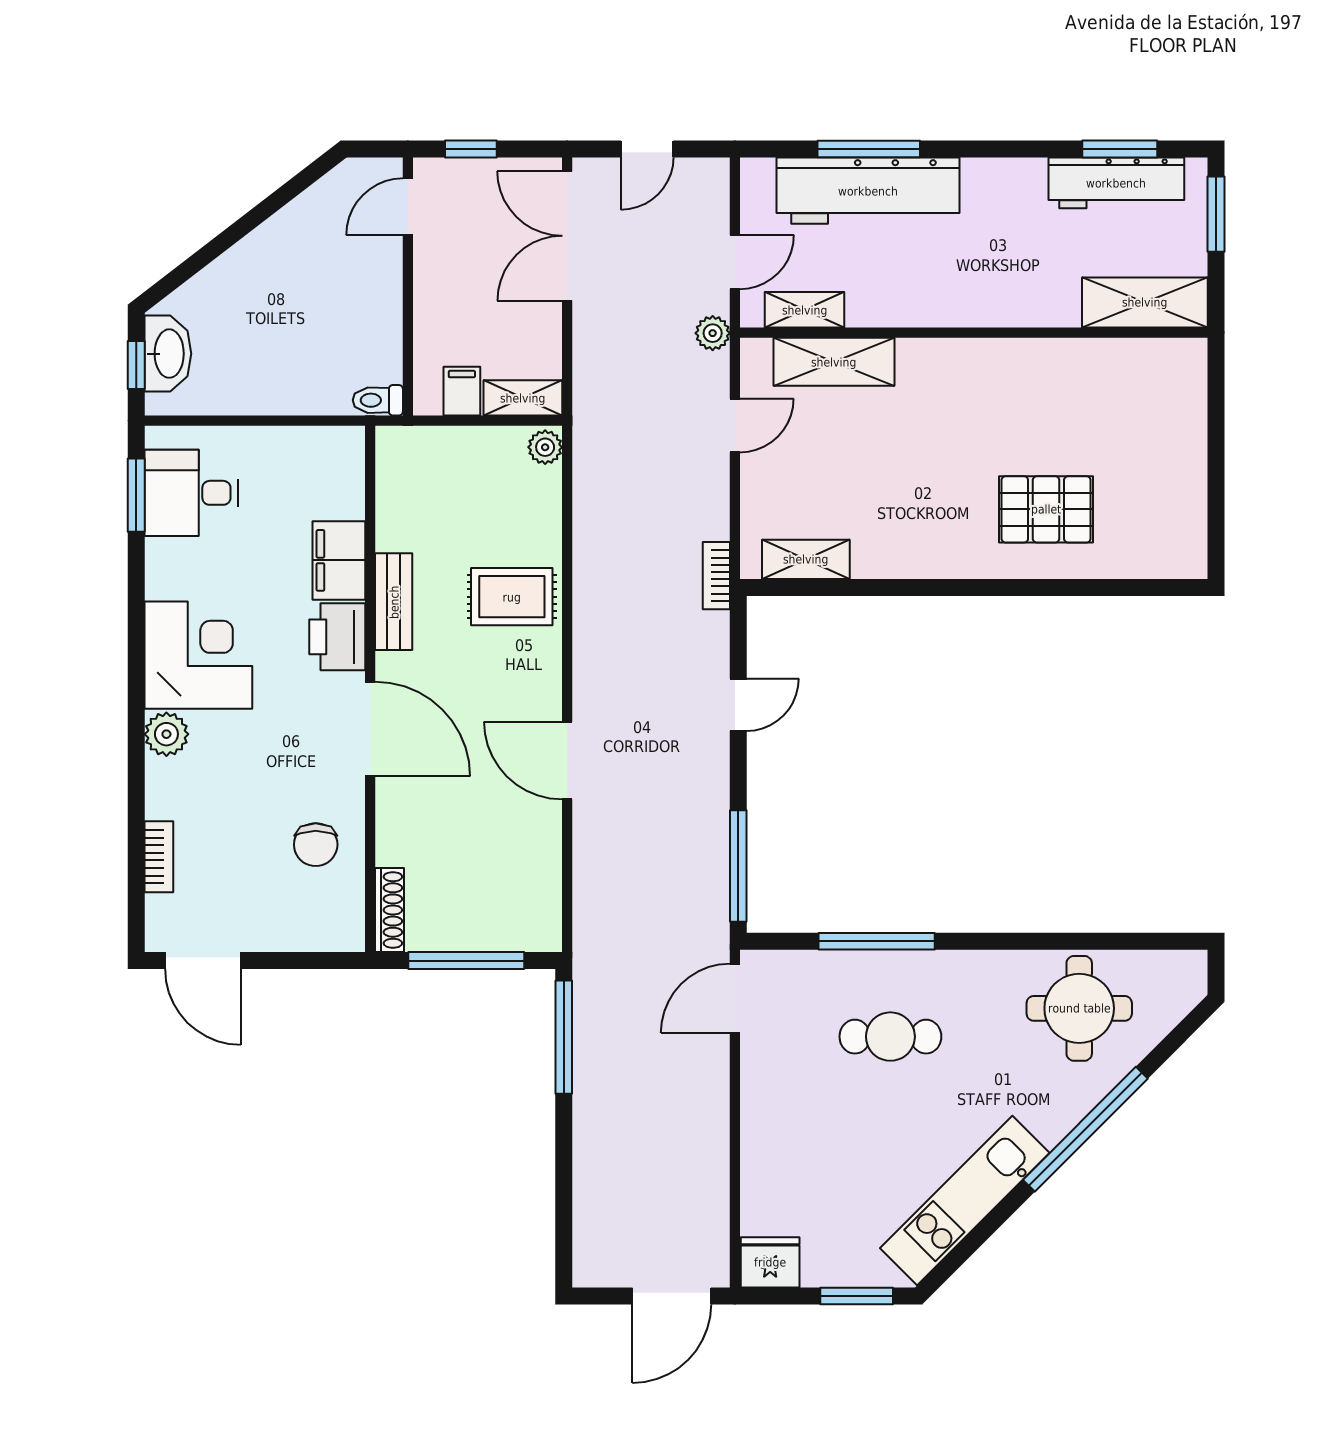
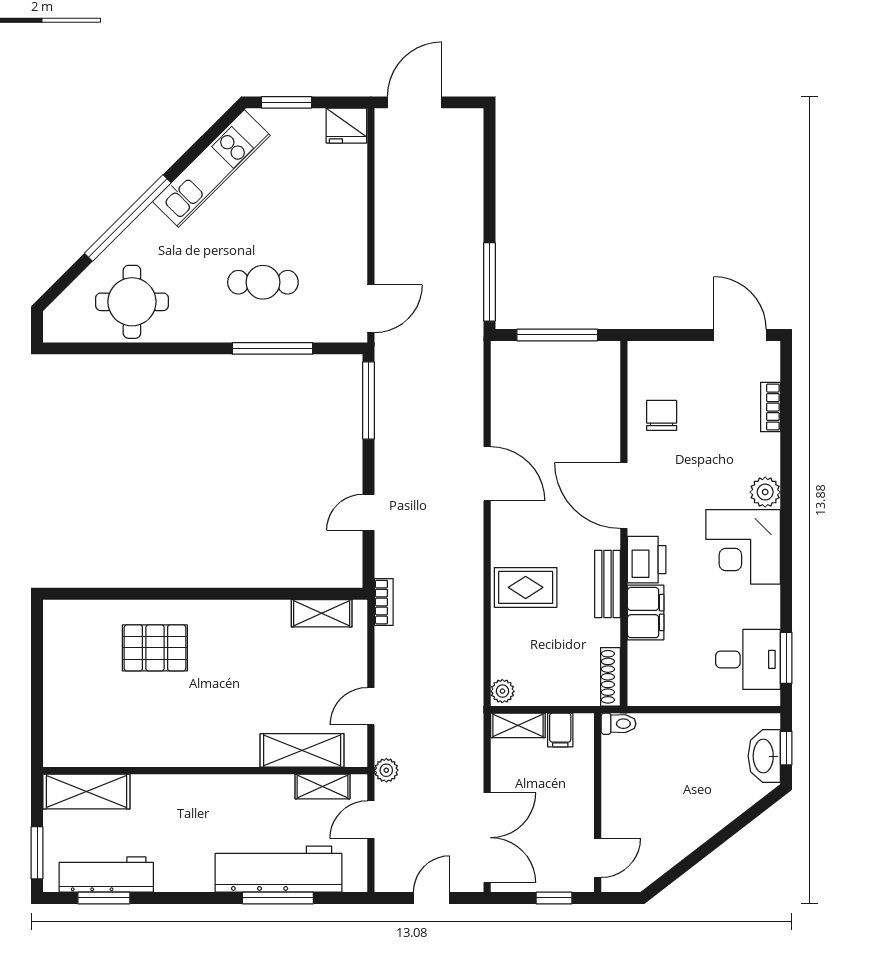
shoe rack: (389, 910) -> (610, 677), moved

